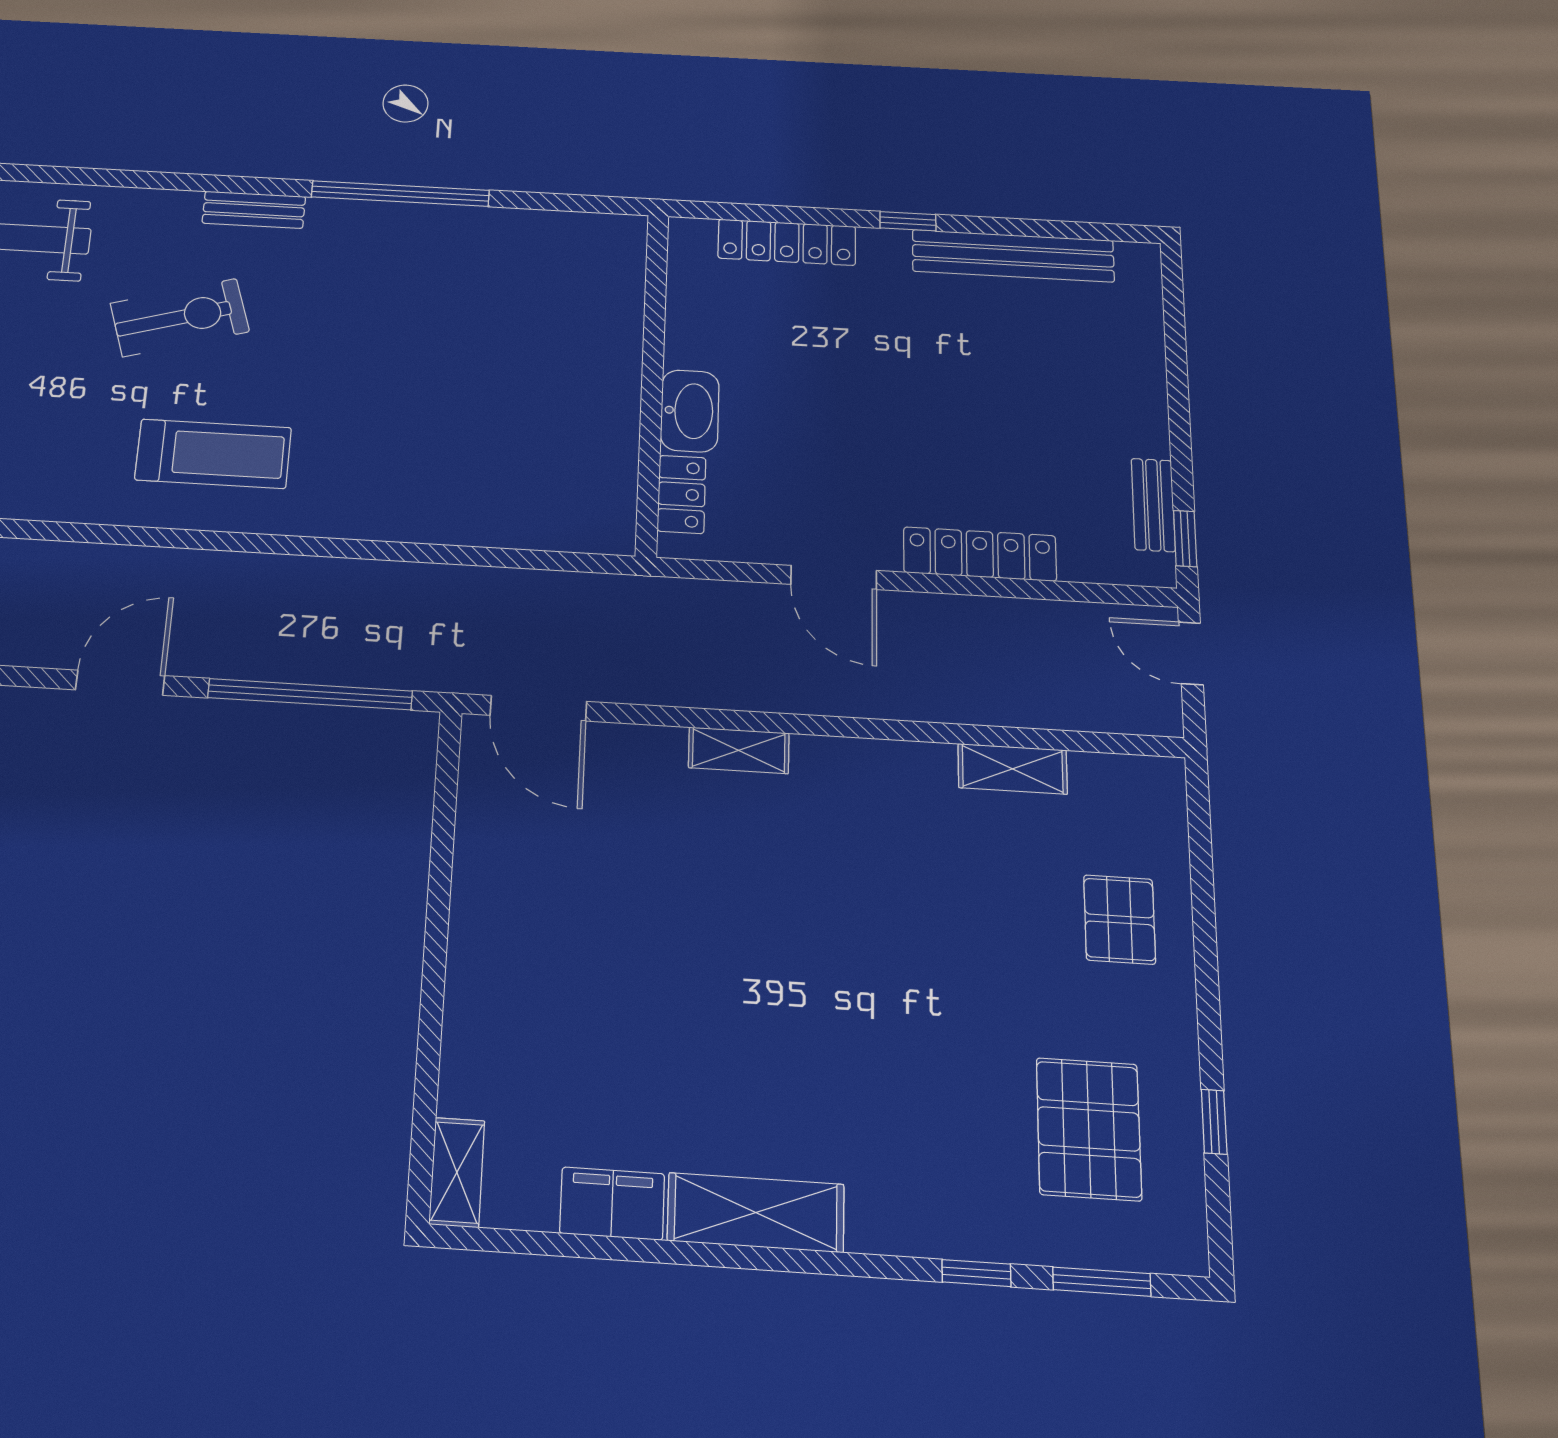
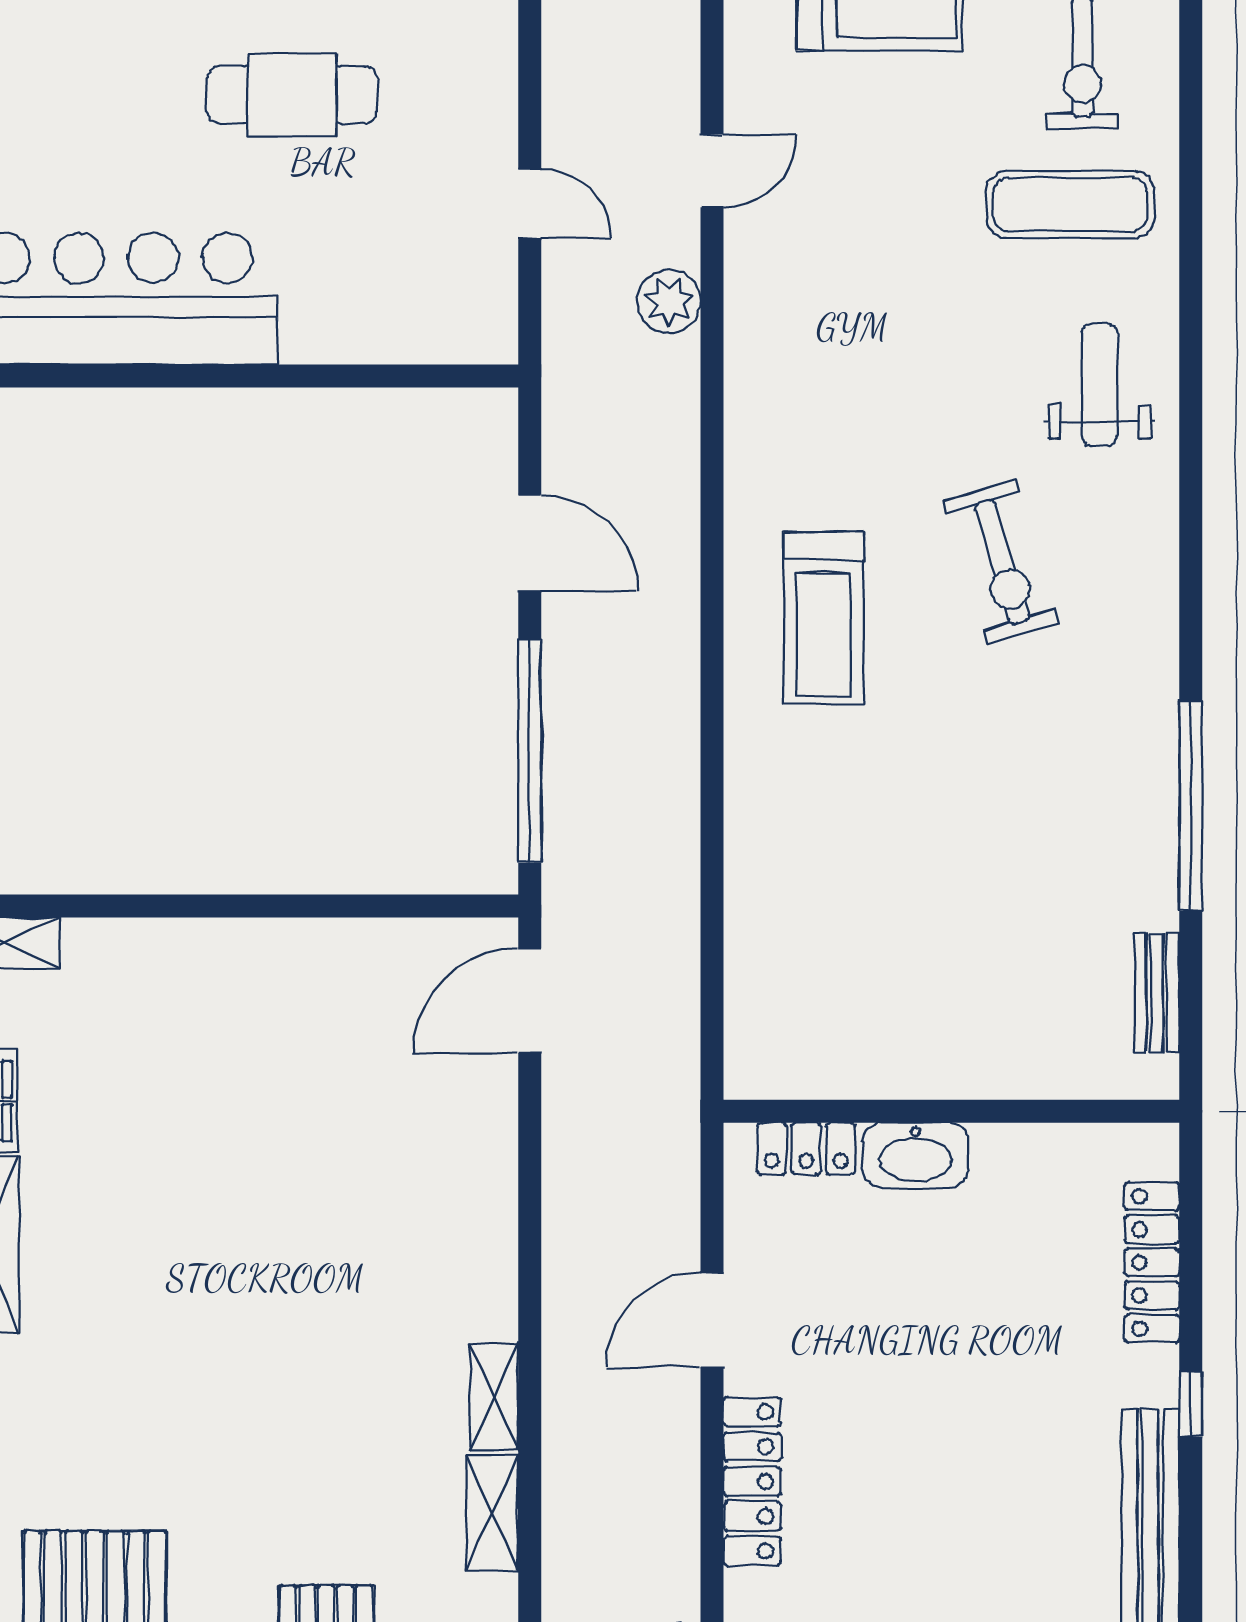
bench: (254, 210) -> (1157, 993), moved
shelving: (739, 750) -> (494, 1397), moved

